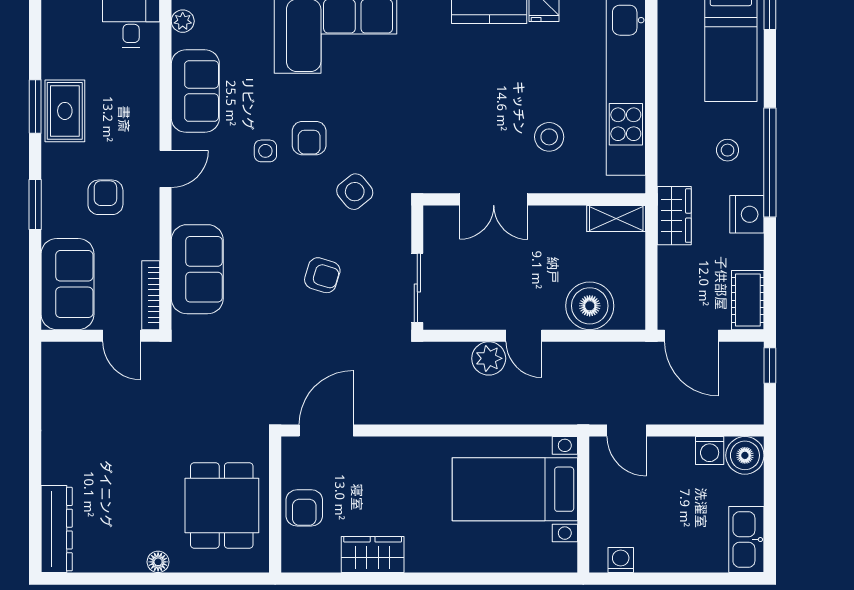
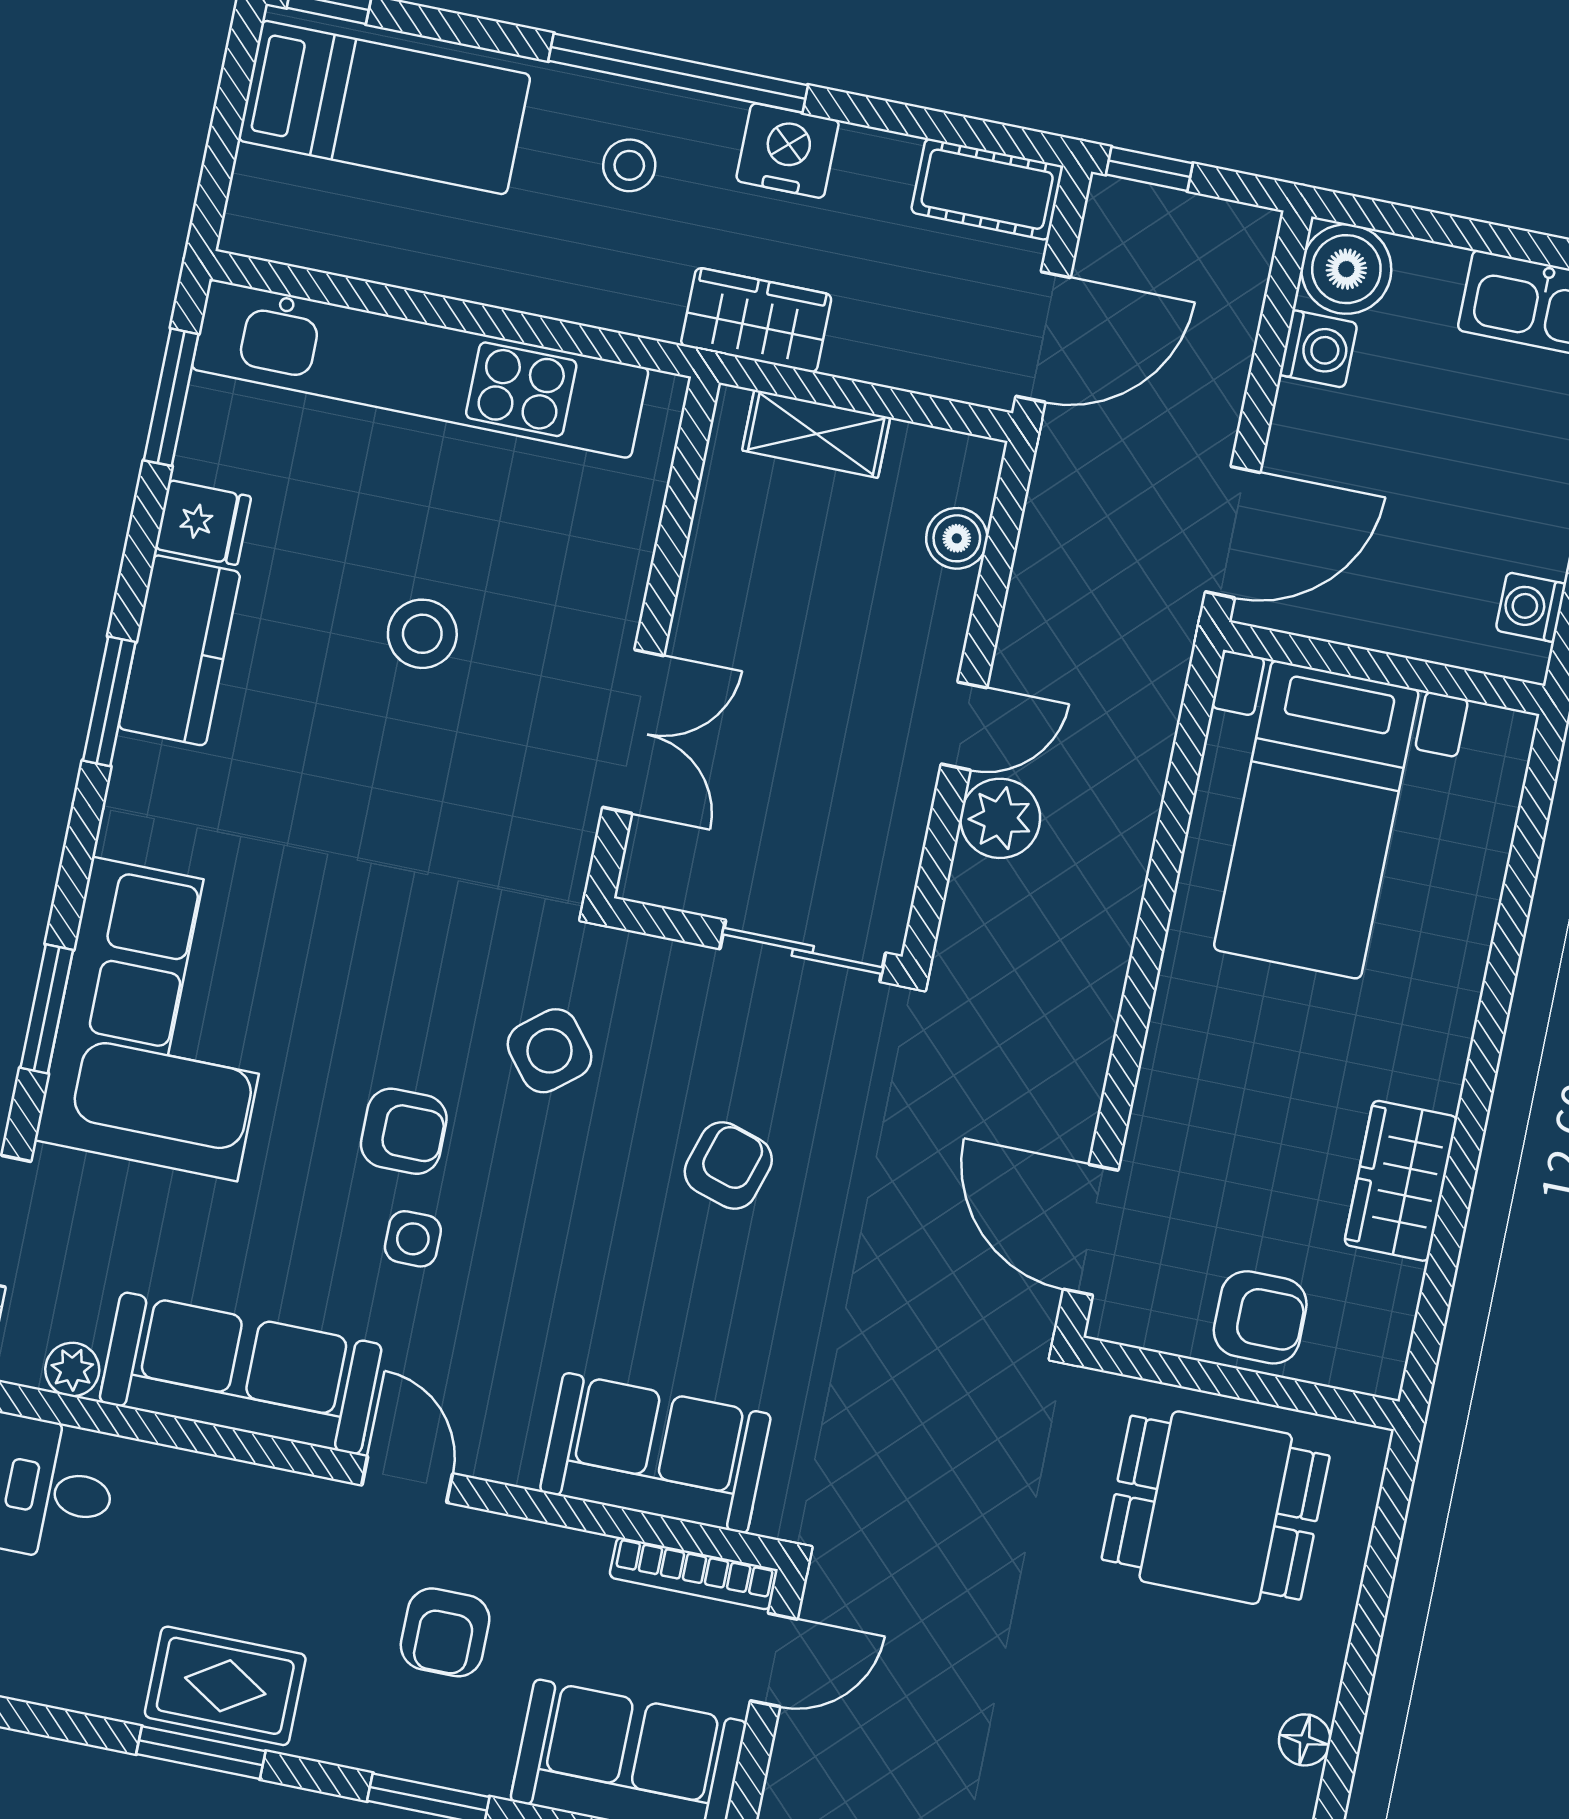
sofa: (195, 91) -> (241, 1373), width x1.36
stool: (549, 137) -> (422, 634), moved
armchair: (105, 197) -> (445, 1632), turned -90
shelving: (616, 218) -> (816, 434), moved, turned 90
boiler: (590, 306) -> (957, 538), width x0.54, depth x0.54
door: (627, 430) -> (1233, 532), width x1.38
floor lamp: (158, 562) -> (1305, 1740), moved

